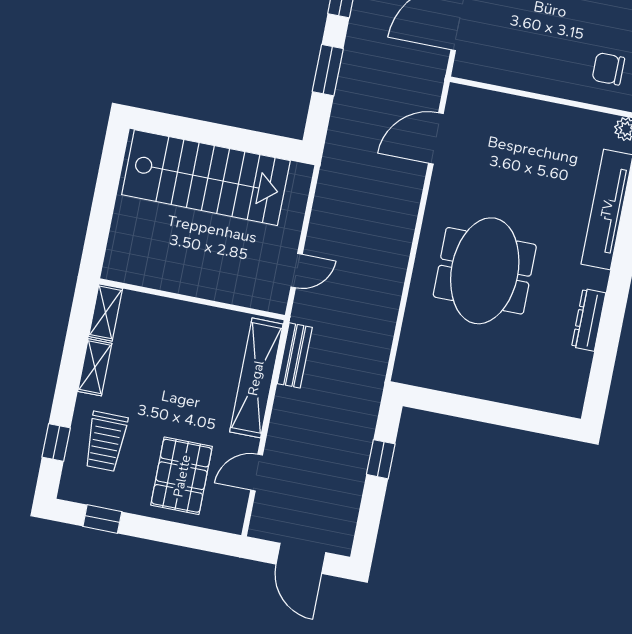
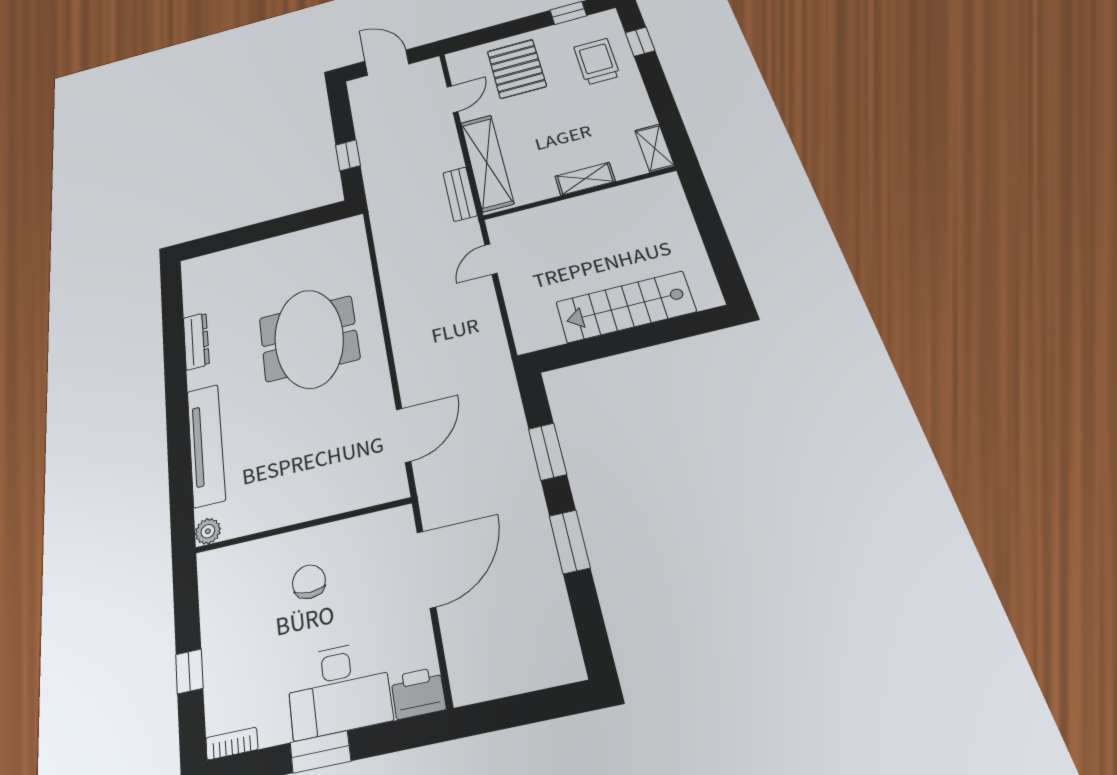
chair: (608, 69) -> (309, 582), moved, turned -90
stairs: (206, 178) -> (625, 307), width x0.73, depth x0.66
shelving: (95, 367) -> (585, 179), moved, turned 90

